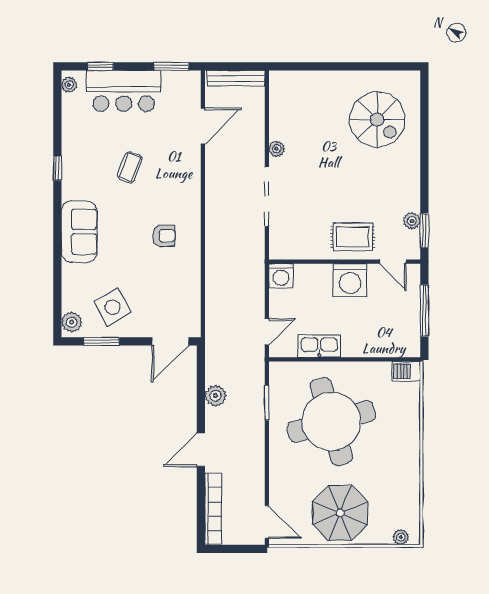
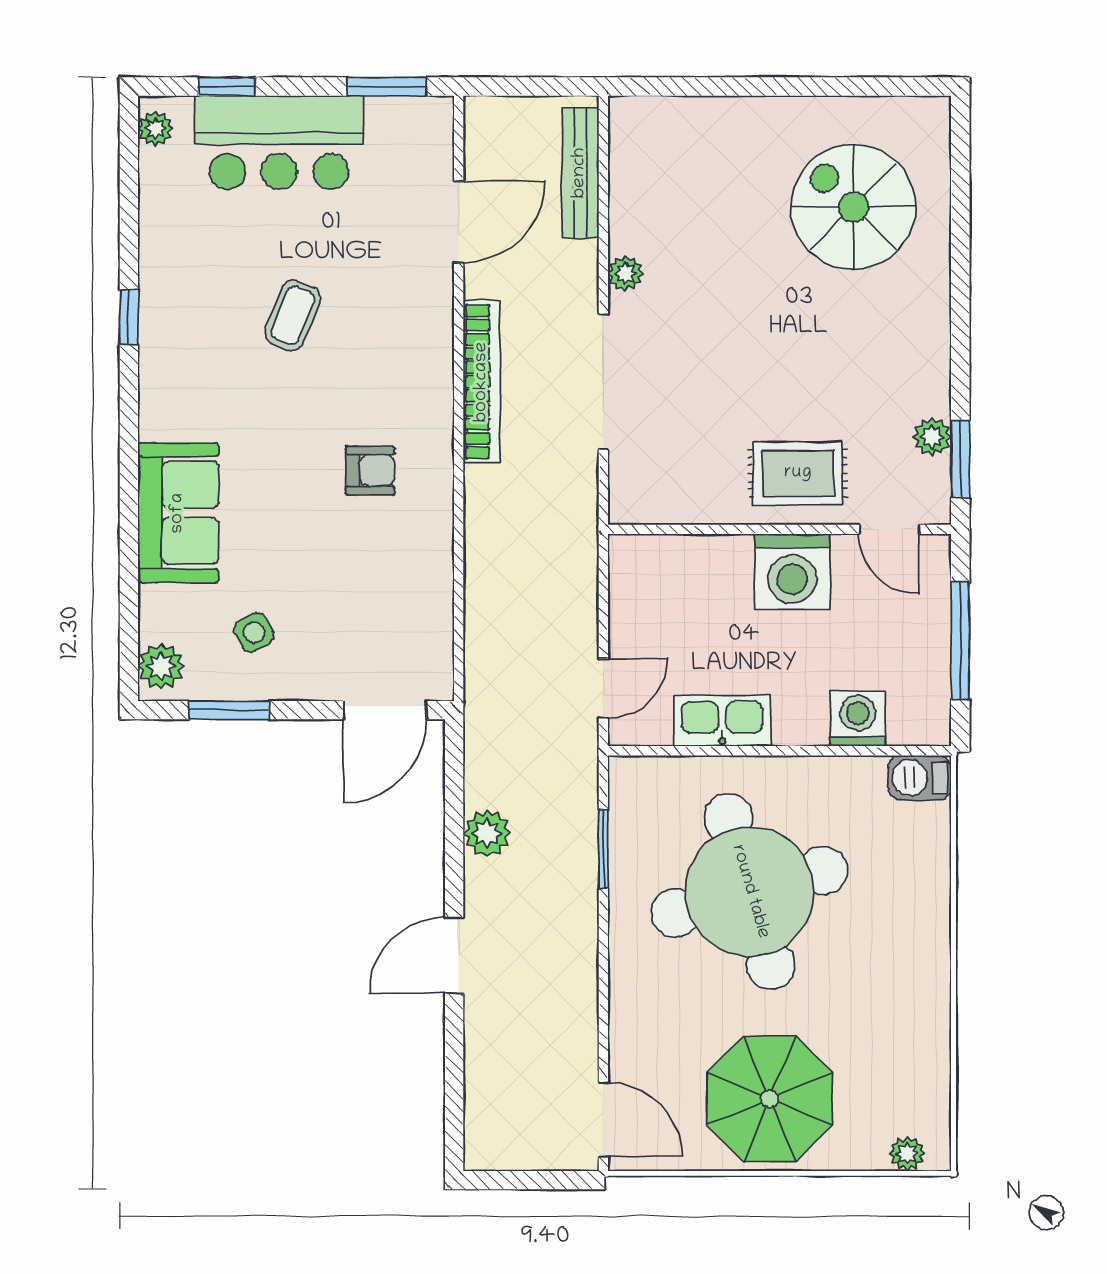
bench: (236, 78) -> (580, 173), moved, turned 90
spiral stairs: (377, 119) -> (853, 207), turned 180
sofa: (79, 232) -> (178, 513), moved
washing machine: (281, 276) -> (858, 719), moved, turned 180
side table: (113, 307) -> (254, 632), width x0.54, depth x0.54
bookcase: (213, 509) -> (482, 382), moved

